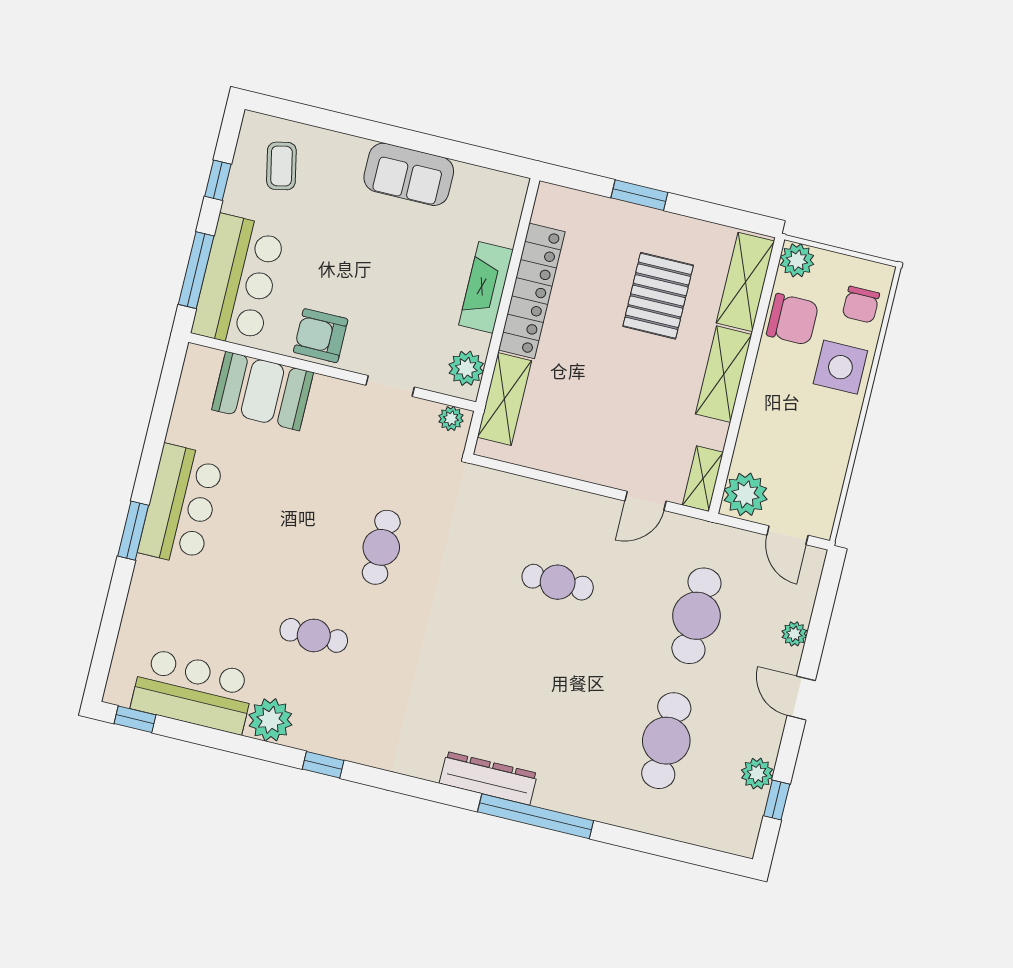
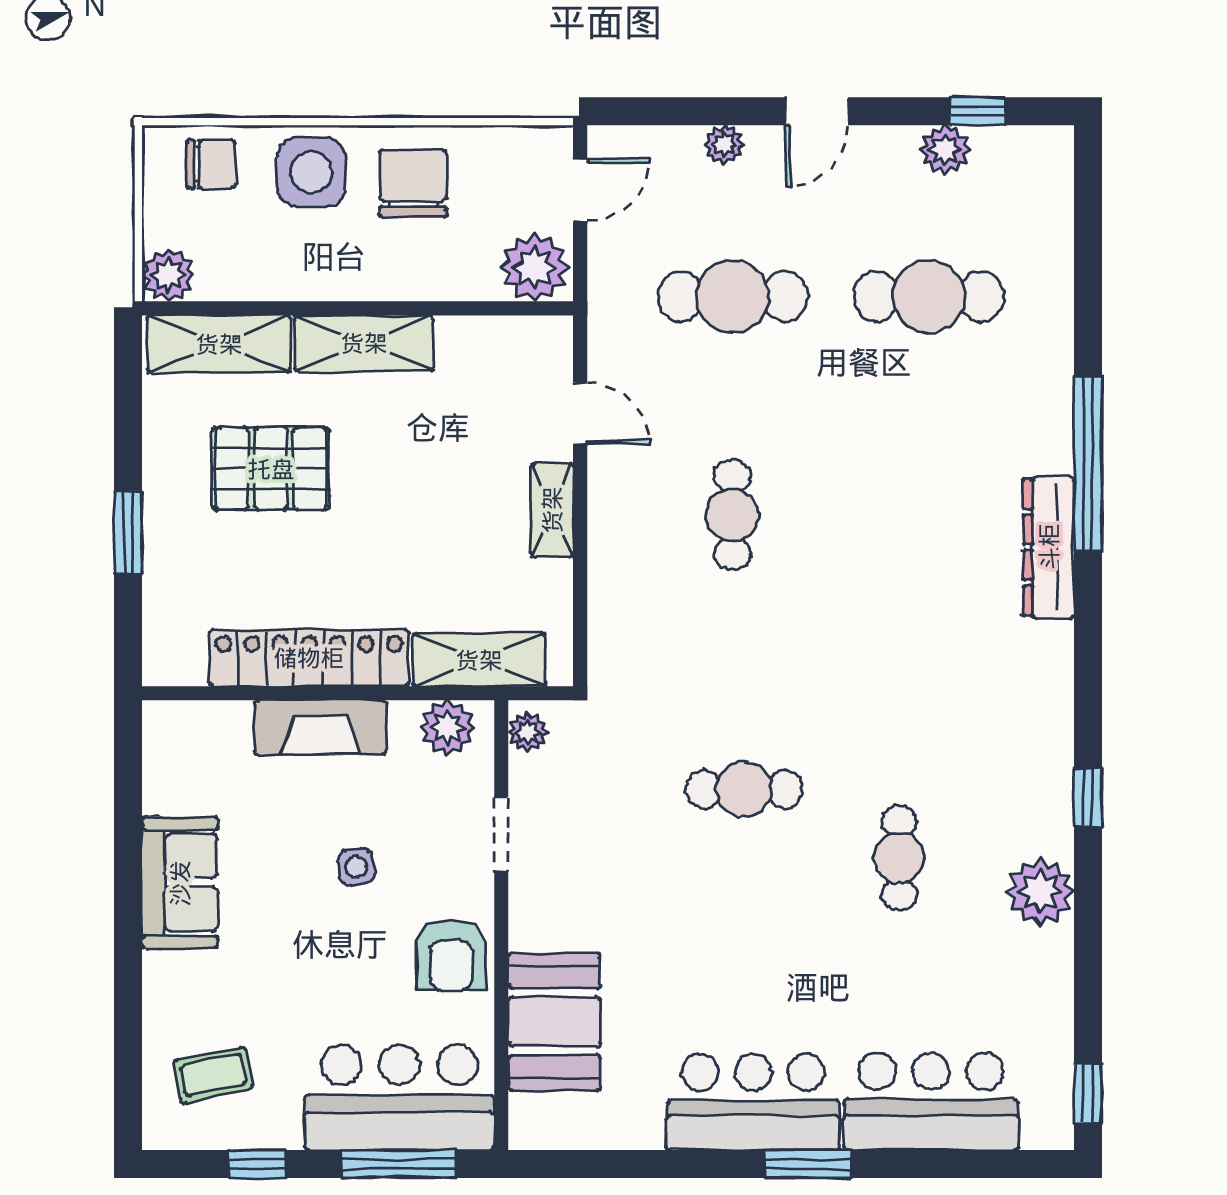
side table: (392, 289) -> (356, 867), added
chair: (793, 319) -> (413, 183), moved
shelving: (703, 479) -> (552, 510), moved, turned 90
bar counter: (193, 691) -> (931, 1101), moved, turned 90

